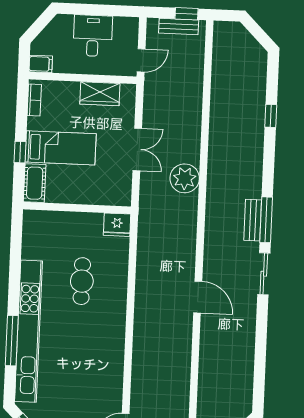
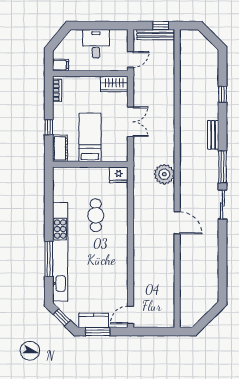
bench: (179, 26) -> (156, 35), width x1.36
wardrobe: (100, 94) -> (114, 84), moved
bed: (61, 148) -> (90, 137), moved, turned -90
plant: (185, 178) -> (164, 174), moved
bench: (253, 220) -> (213, 135), moved

